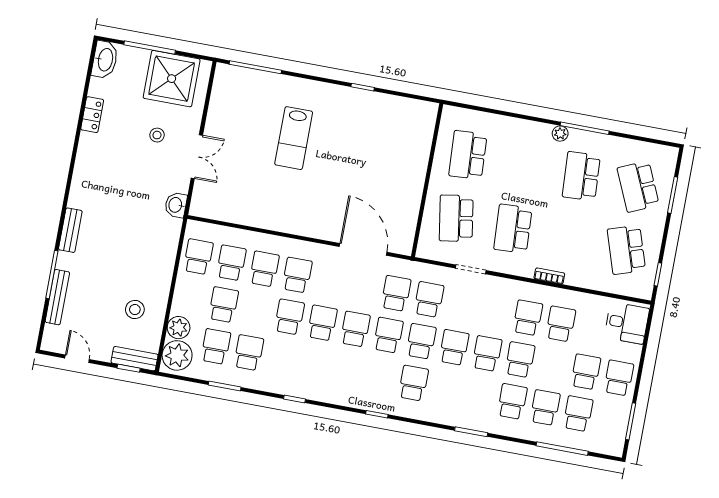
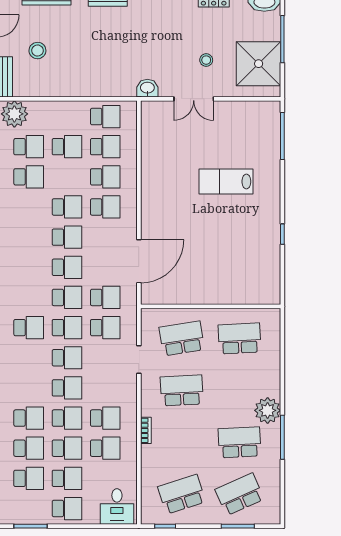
plant: (560, 134) -> (268, 410), width x1.88, depth x1.88
stool: (135, 310) -> (37, 51), moved
plant: (179, 328) -> (39, 111), removed
school desk: (553, 366) -> (67, 448), added

